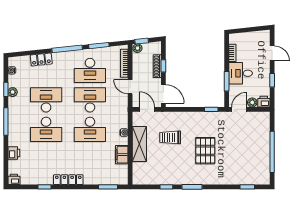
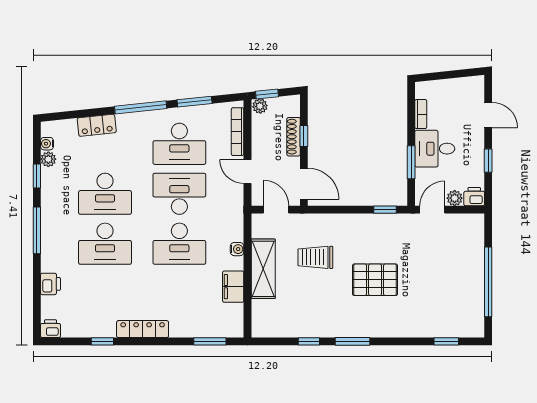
plant: (13, 92) -> (48, 159), moved
desk: (46, 100) -> (105, 194), turned 180
pallet: (205, 151) -> (375, 280), turned 90

